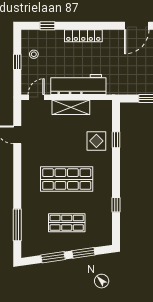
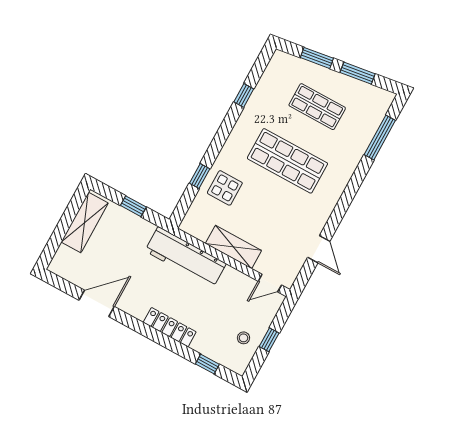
workbench: (78, 85) -> (186, 257), moved

